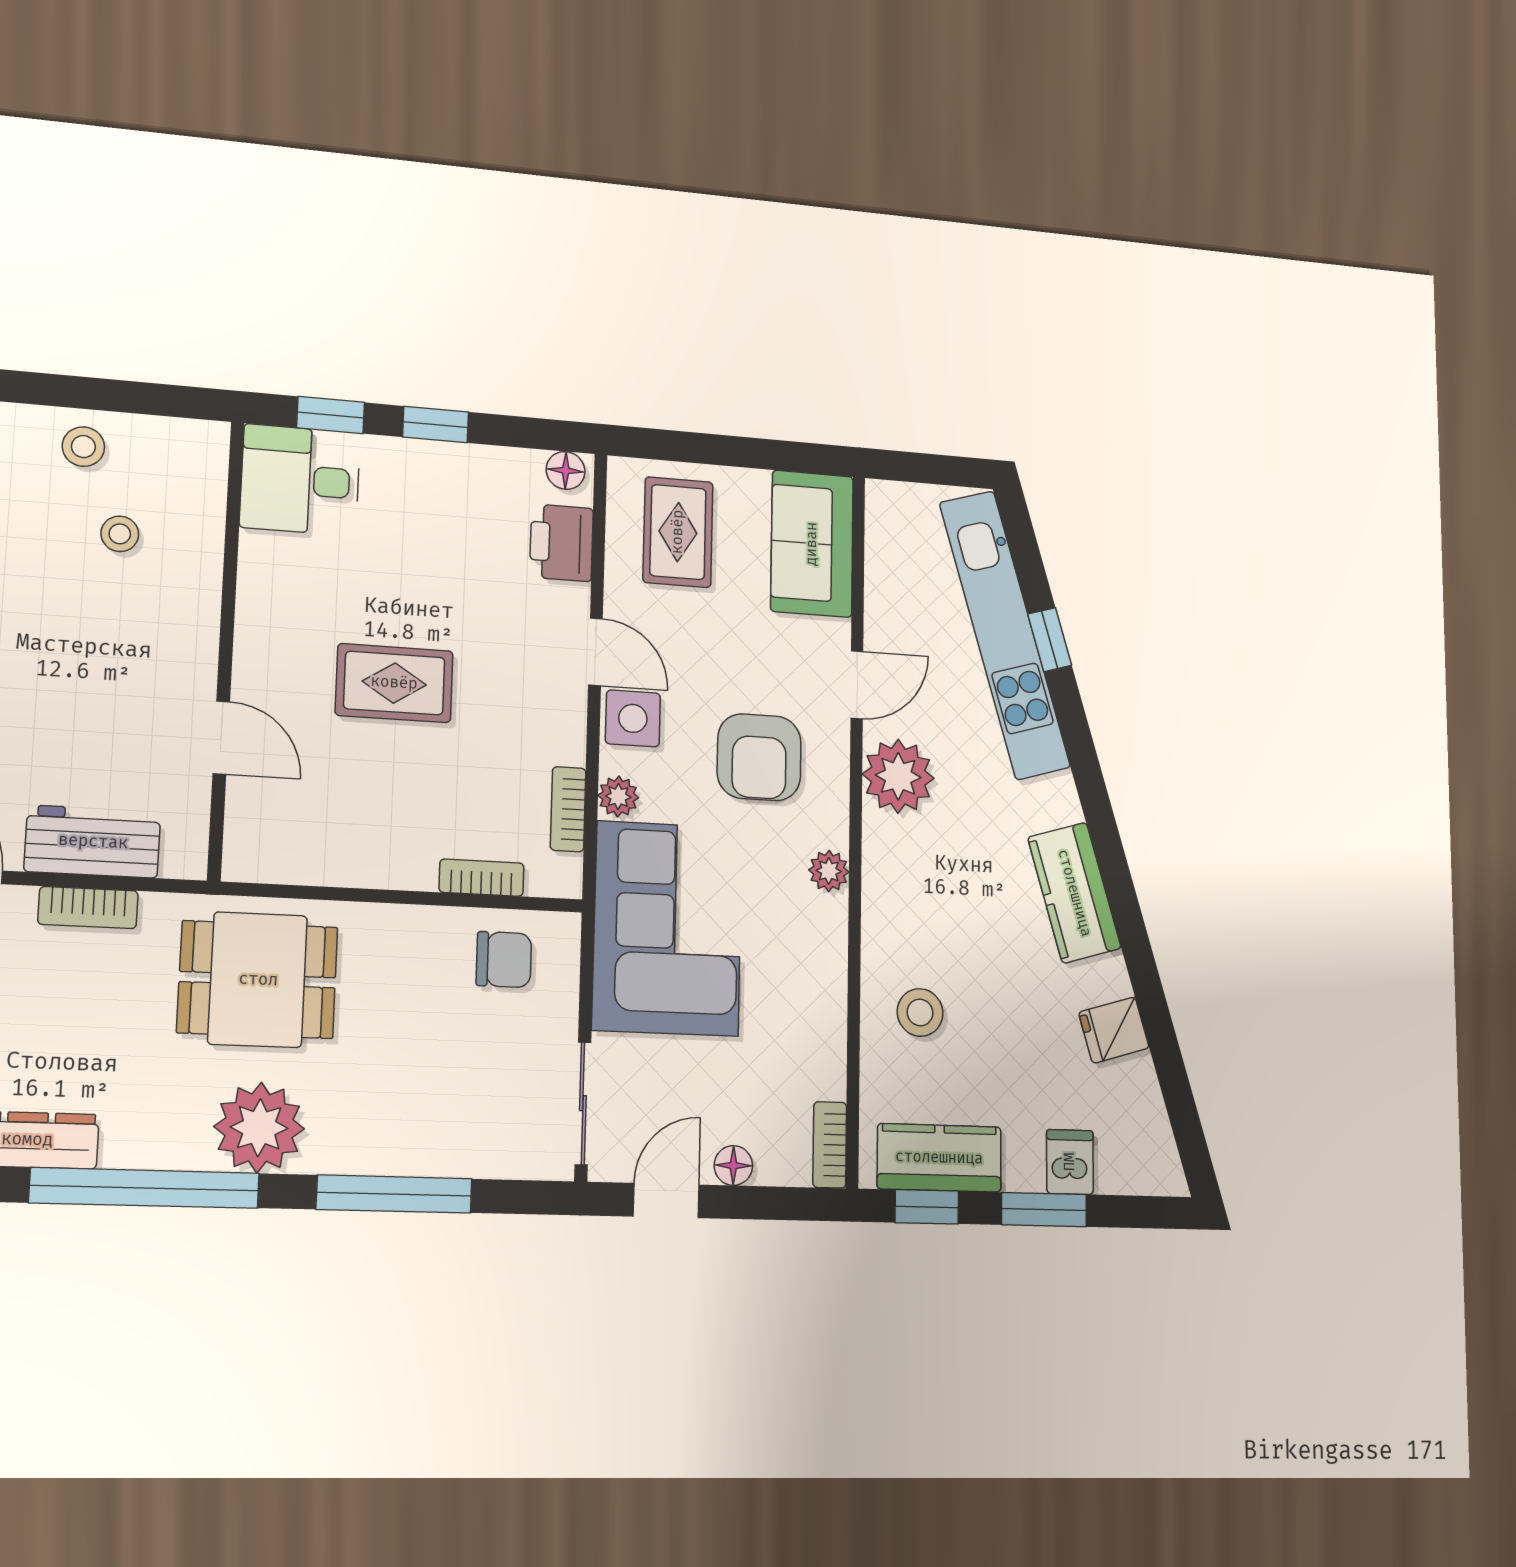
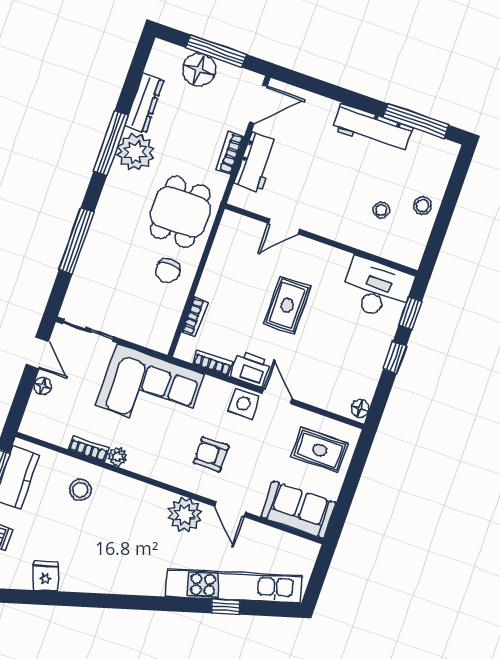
desk: (300, 480) -> (377, 289), width x1.37
printer: (561, 543) -> (250, 369), moved
door: (595, 652) -> (277, 396), swing flipped
armchair: (759, 757) -> (211, 454), width x0.72, depth x0.72
plant: (618, 797) -> (212, 386), removed
plant: (829, 871) -> (118, 457), moved
kitchen counter: (1074, 893) -> (110, 579), removed
chair: (504, 960) -> (168, 271), moved
plant: (259, 1128) -> (135, 152), moved
bookcase: (830, 1145) -> (89, 449), moved
window: (145, 1188) -> (111, 143), width x0.68

